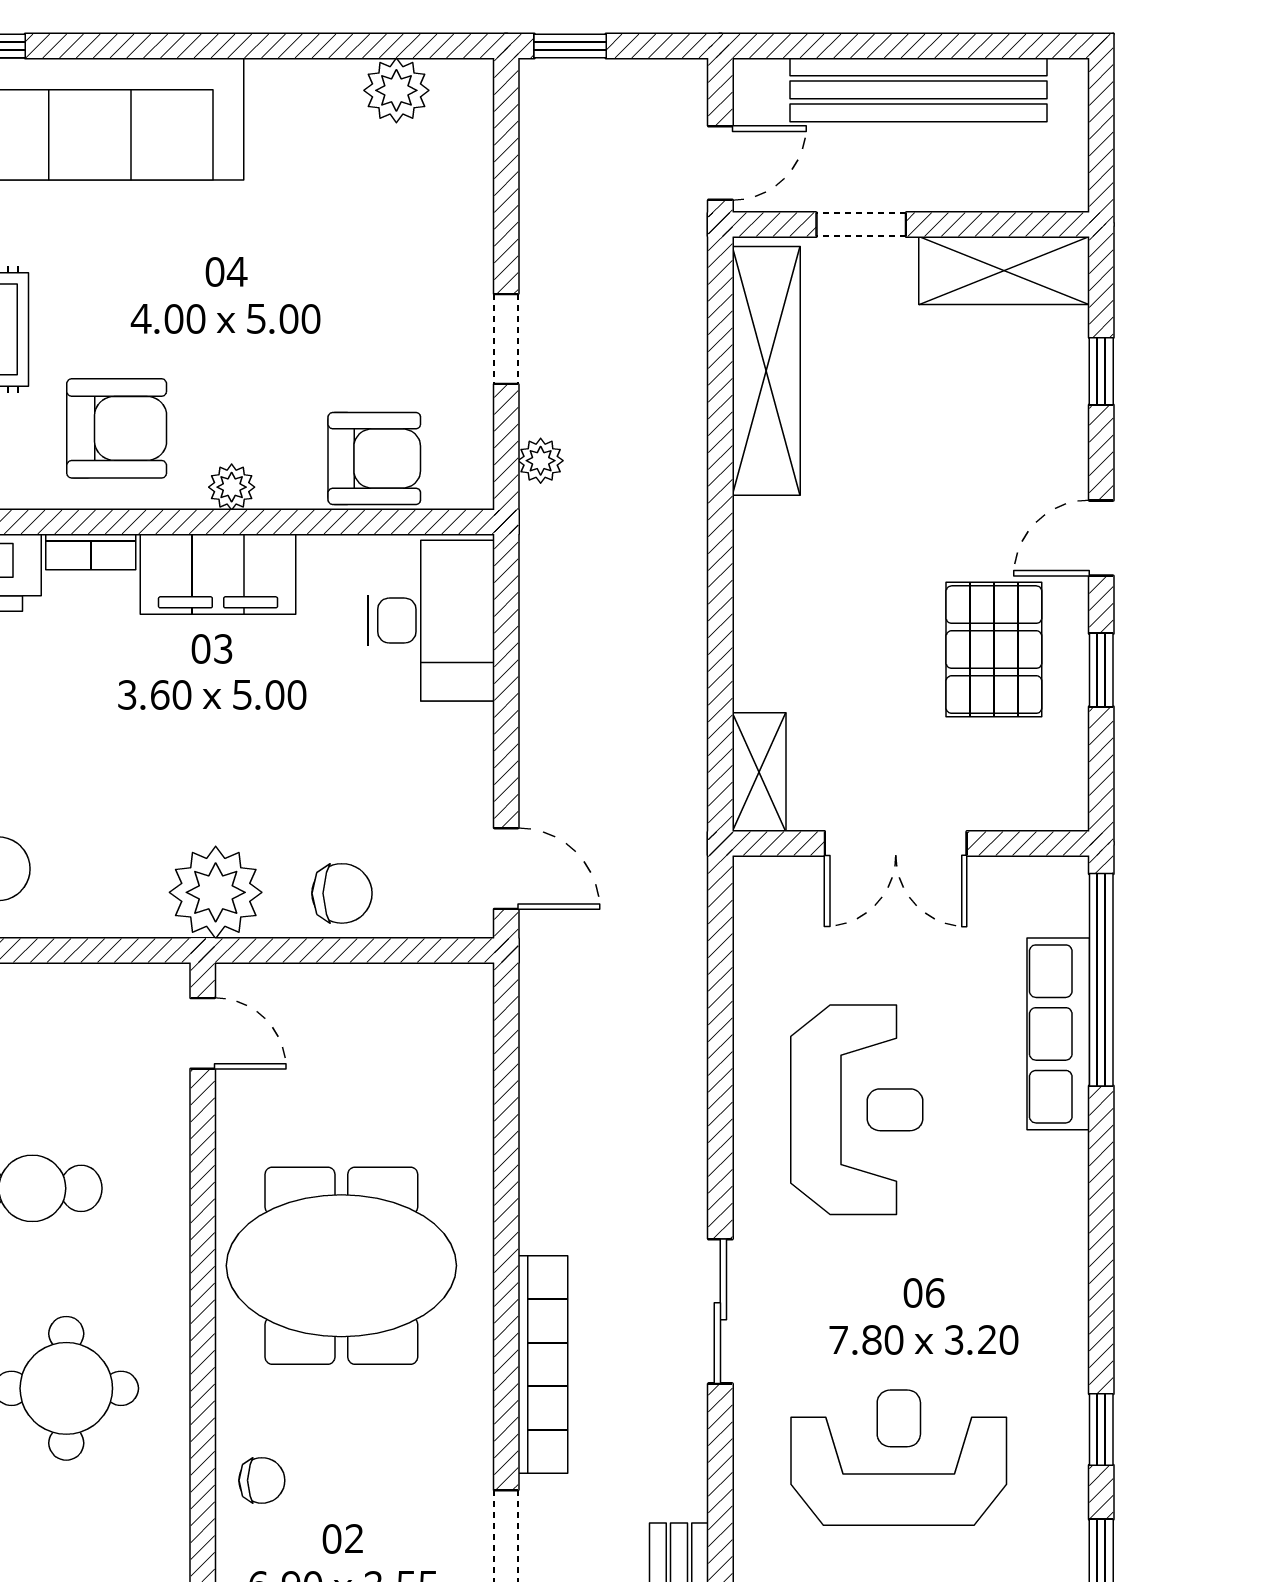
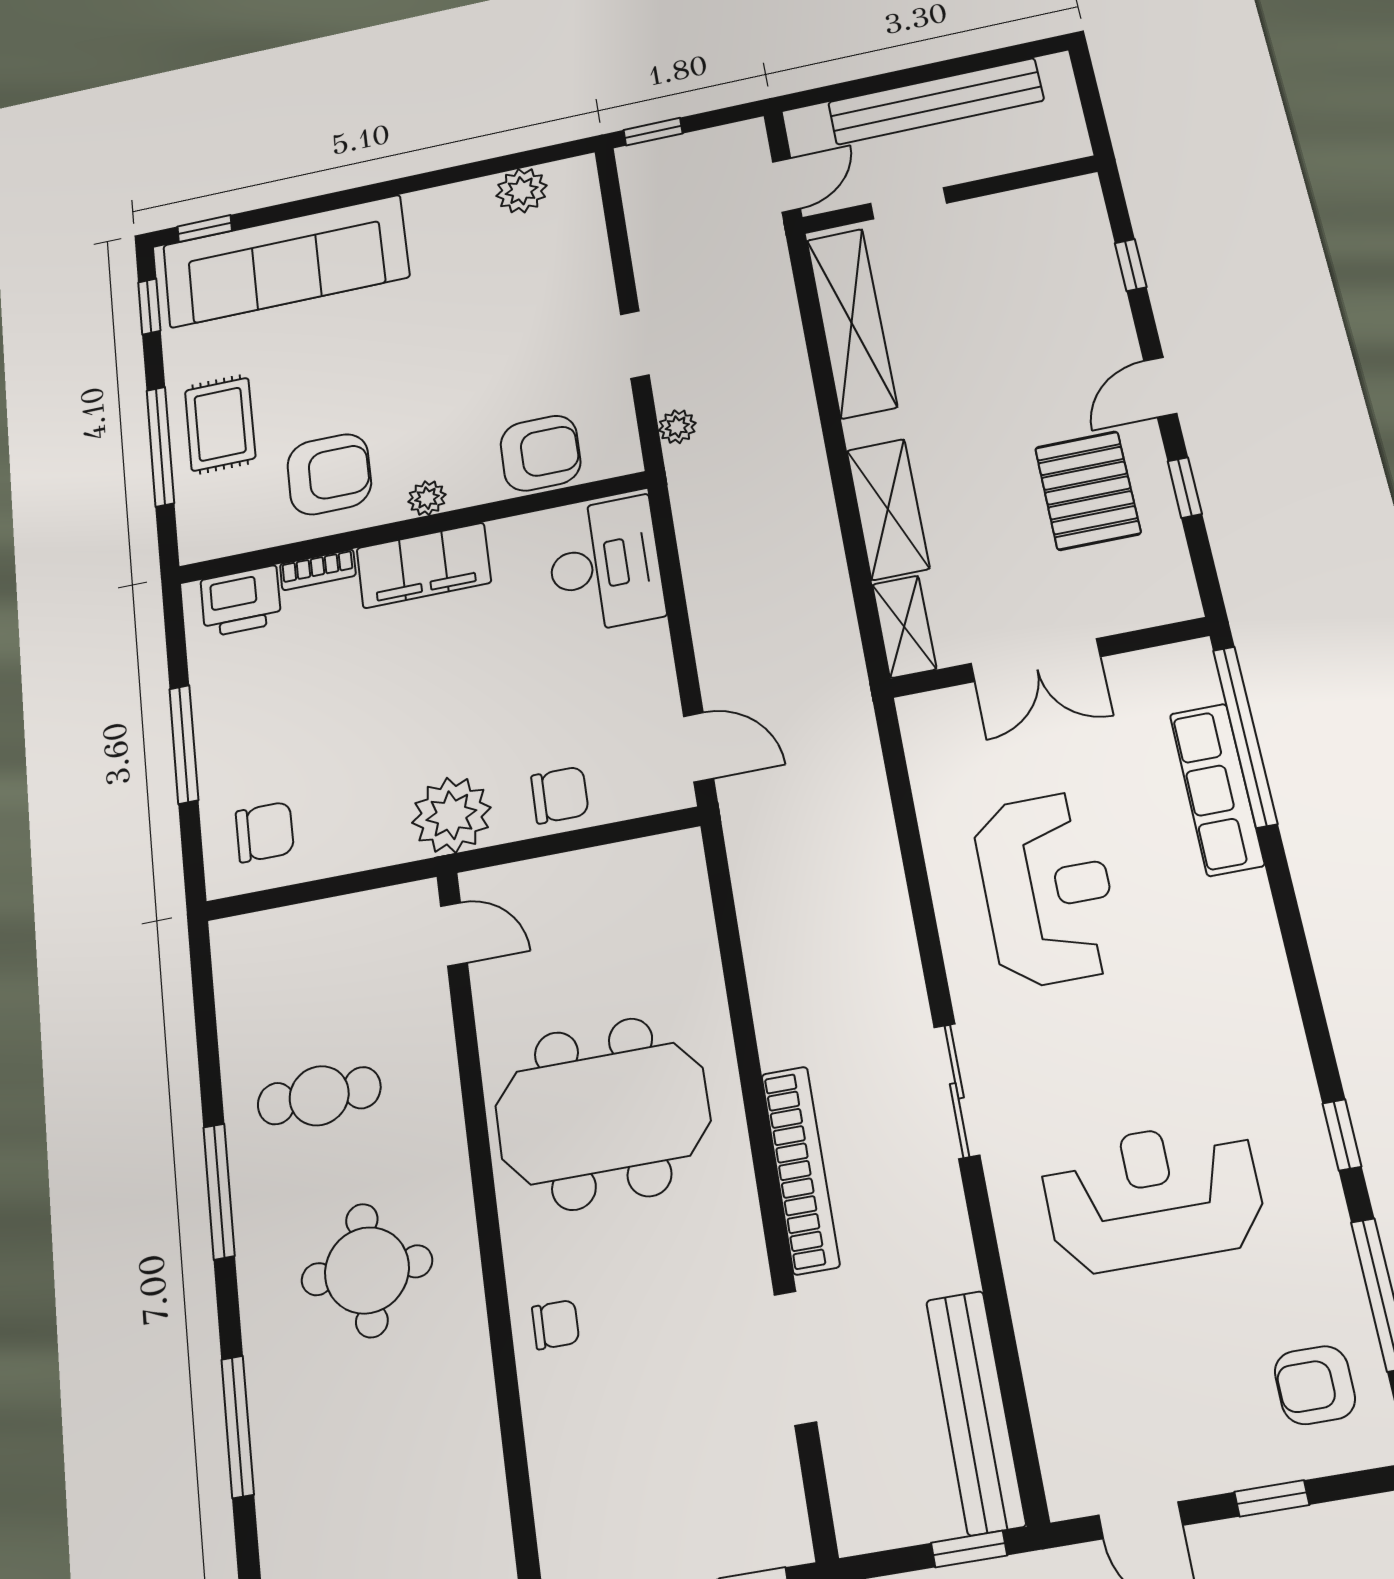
shelving: (1004, 271) -> (888, 509), moved, turned 90

